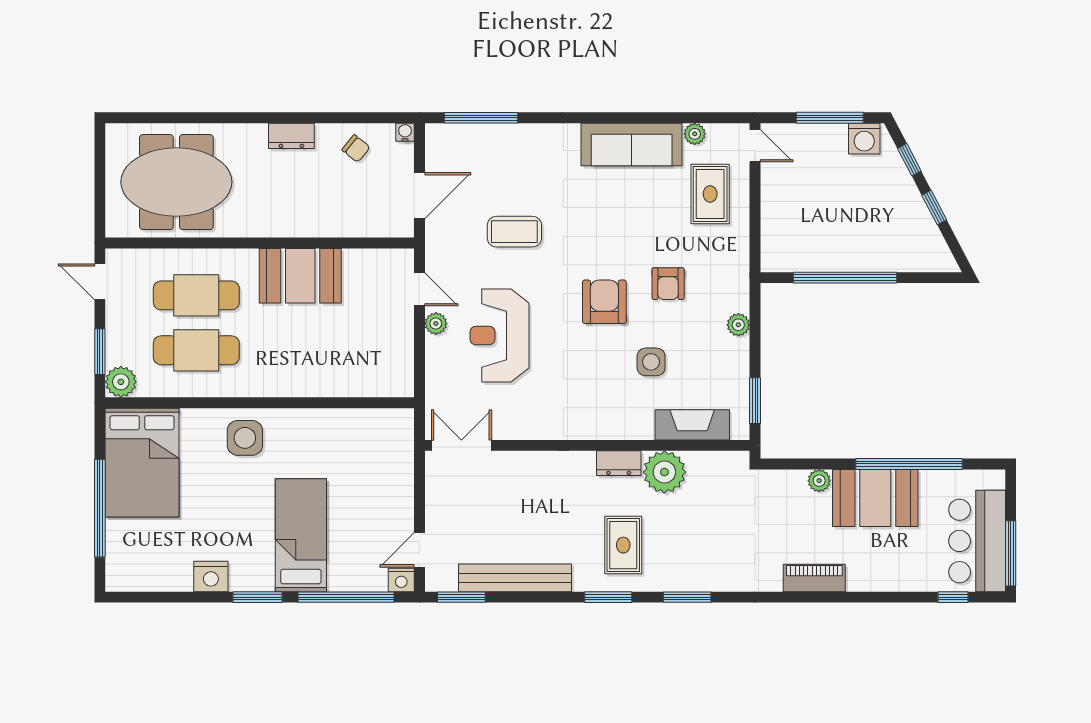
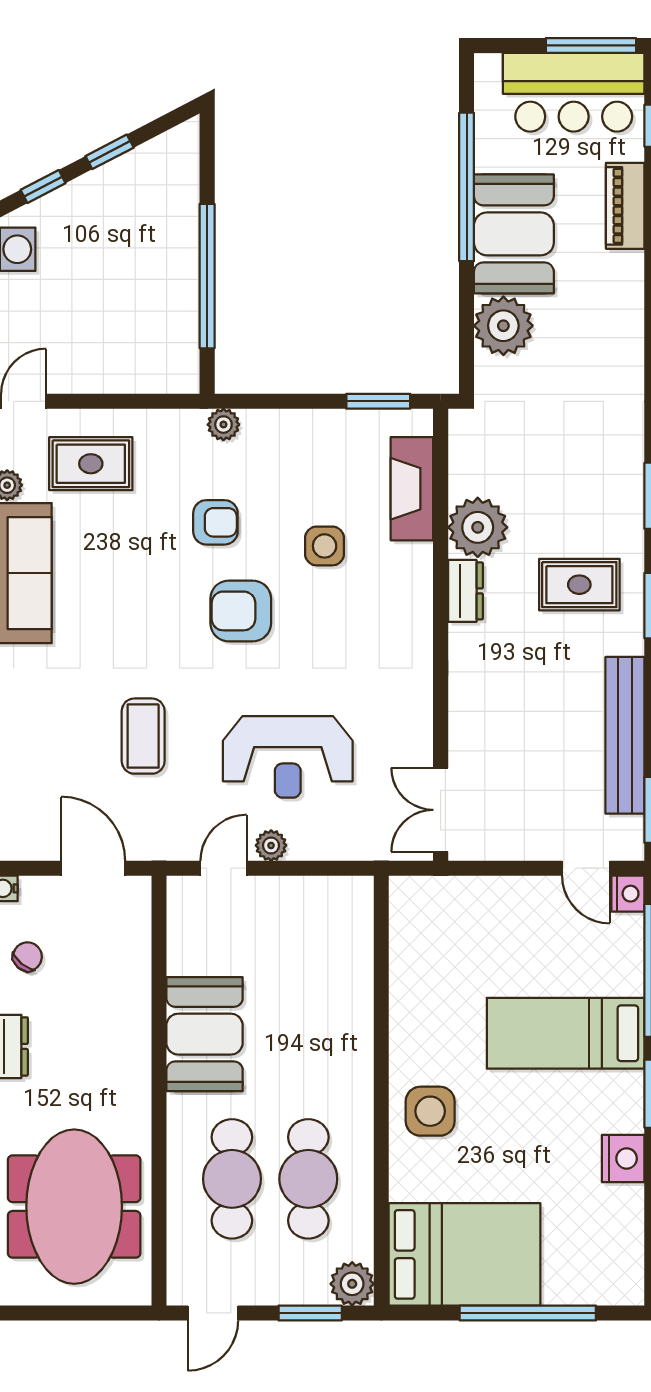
plant: (738, 325) -> (223, 425), moved
plant: (819, 481) -> (503, 326), width x1.88, depth x1.88
piano: (814, 578) -> (625, 206), moved

